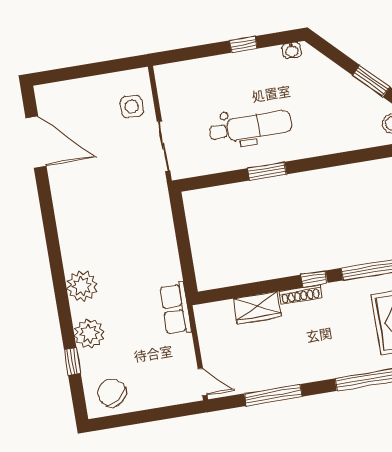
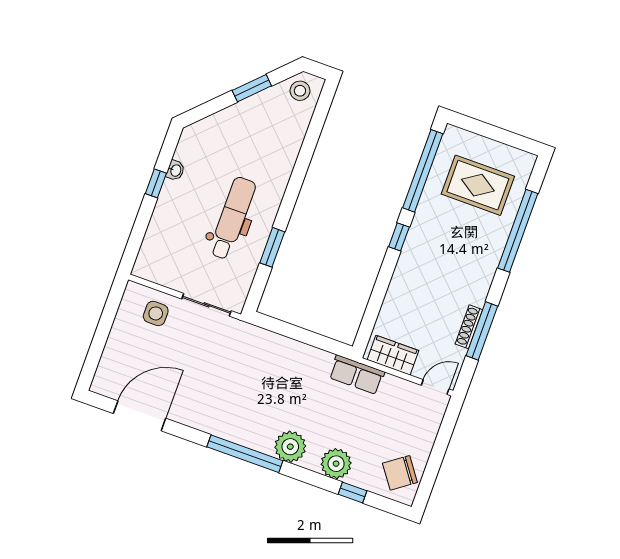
washbasin: (292, 50) -> (175, 170), moved
window: (267, 171) -> (272, 247), moved
window: (54, 251) -> (245, 454), added
shoe rack: (300, 295) -> (469, 327), moved, turned 180
wardrobe: (257, 308) -> (393, 355), moved, turned -90

